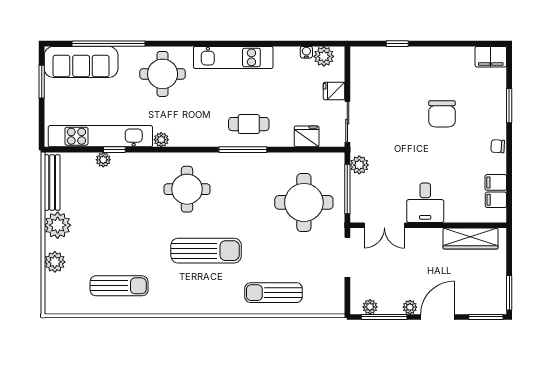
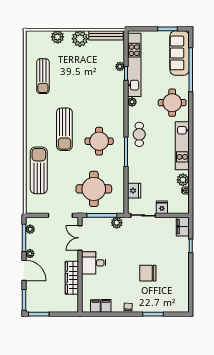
plant: (324, 56) -> (183, 180), moved
filing cabinet: (491, 57) -> (183, 227), moved
cafe table: (249, 124) -> (139, 134), moved
round table: (187, 189) -> (99, 141), moved
wardrobe: (471, 239) -> (72, 278), moved
sun lounger: (274, 293) -> (39, 170), width x1.36, depth x1.34

